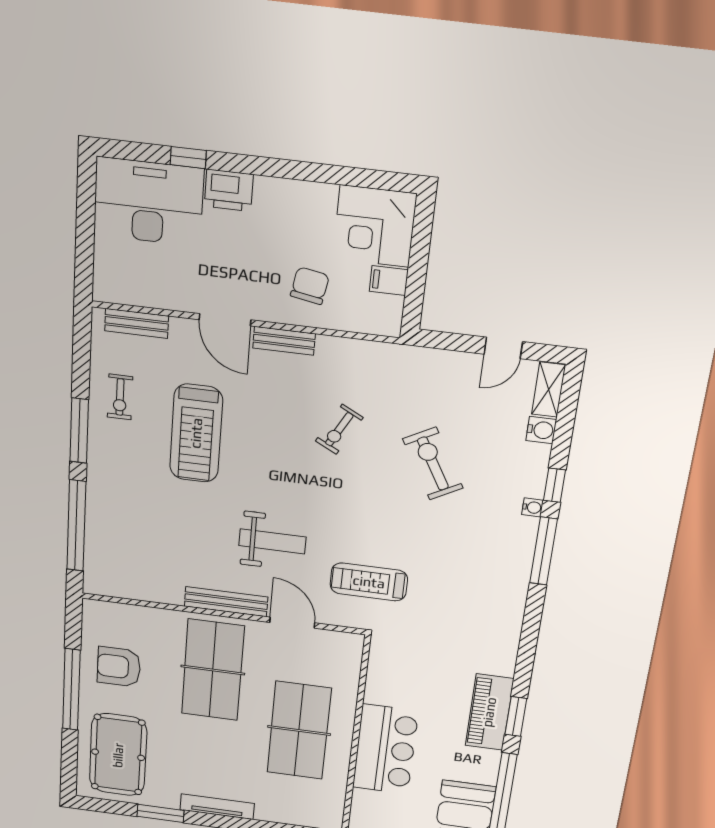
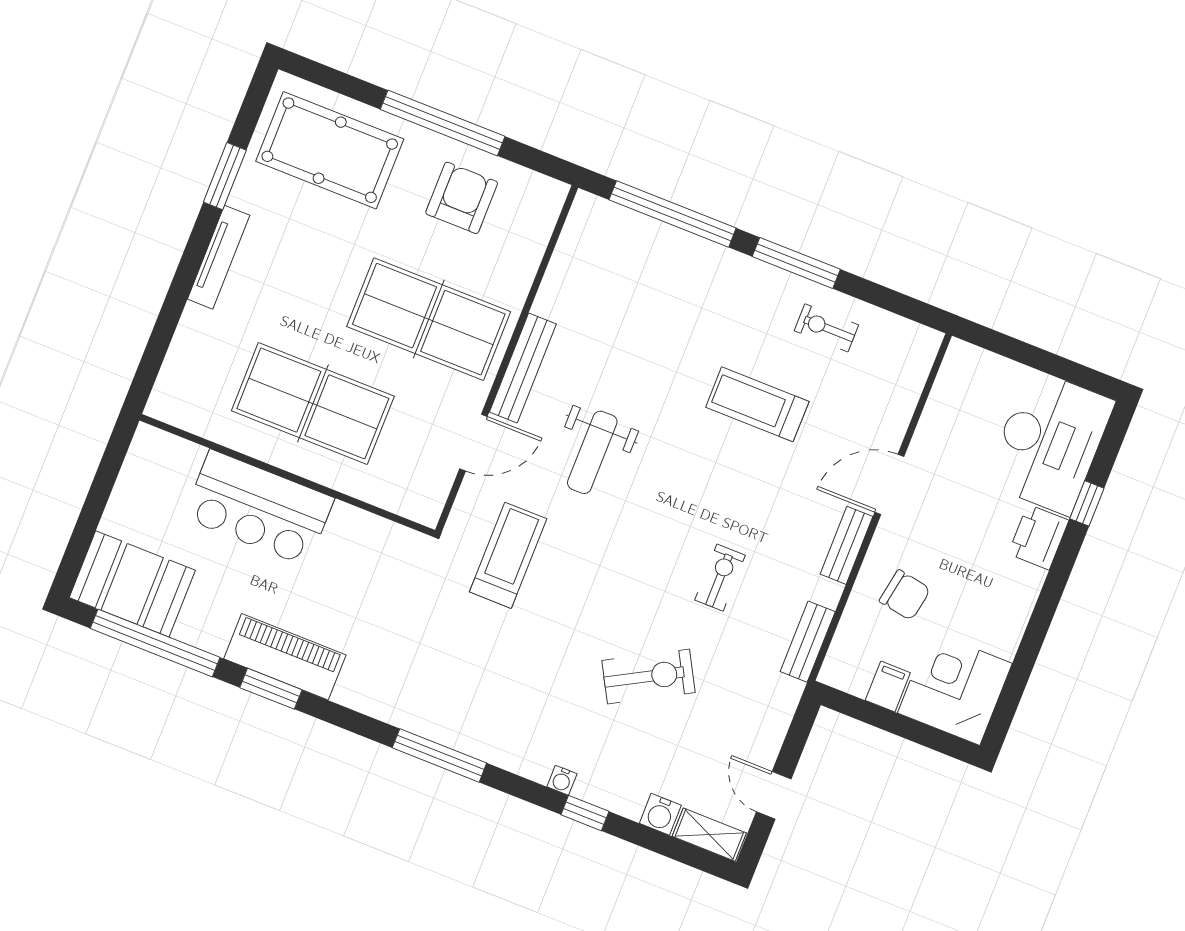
bench: (137, 323) -> (808, 642), moved
exercise bike: (339, 429) -> (720, 578), turned 62
treadmill: (196, 433) -> (757, 404), width x0.73, depth x0.73
window: (543, 551) -> (439, 755), moved

